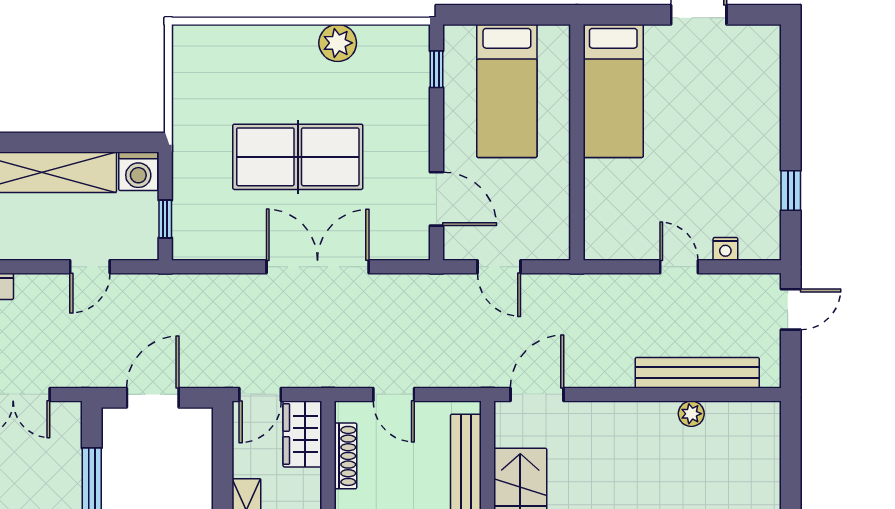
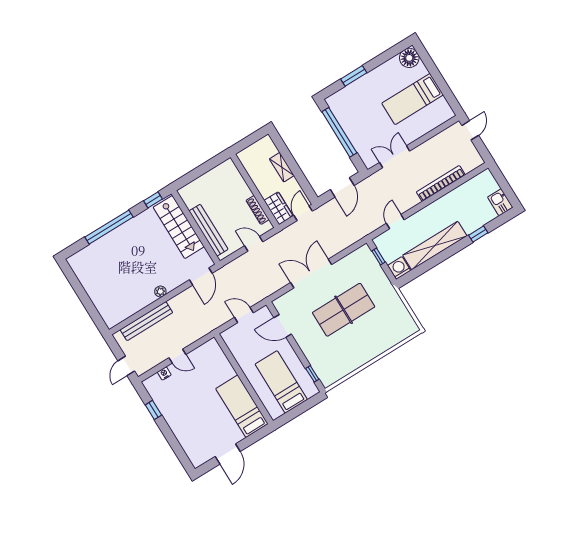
plant: (338, 43) -> (355, 361), removed
double door: (318, 267) -> (311, 274), swing flipped
plant: (691, 414) -> (160, 292), moved

